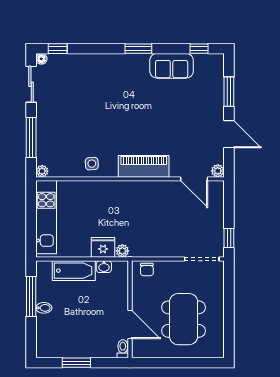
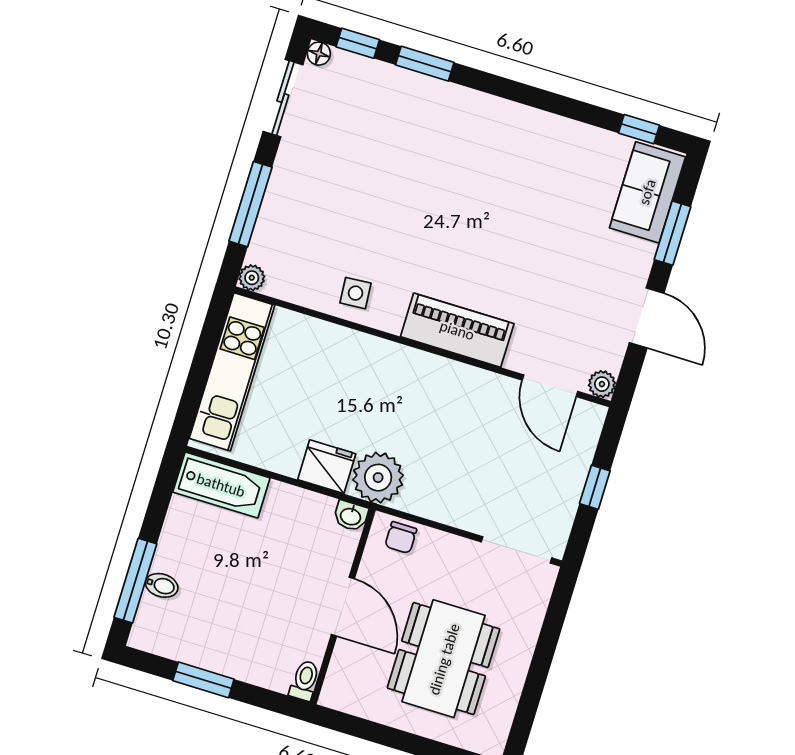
window: (138, 49) -> (425, 64), moved
sofa: (172, 66) -> (647, 192), moved, turned 90
window: (229, 238) -> (595, 487), moved
plant: (122, 251) -> (378, 478), width x1.87, depth x1.87
washbasin: (104, 267) -> (351, 516), moved
bathtub: (74, 271) -> (221, 485), moved
window: (31, 297) -> (135, 581), moved
bidet: (44, 308) -> (162, 585), moved
door: (130, 324) -> (343, 607), moved

